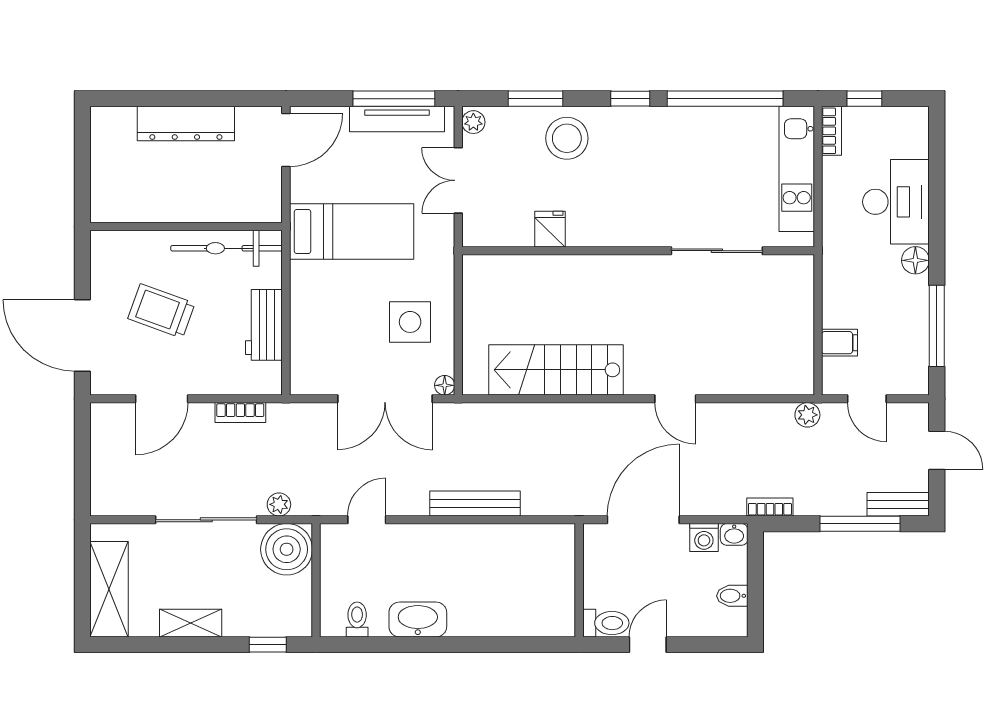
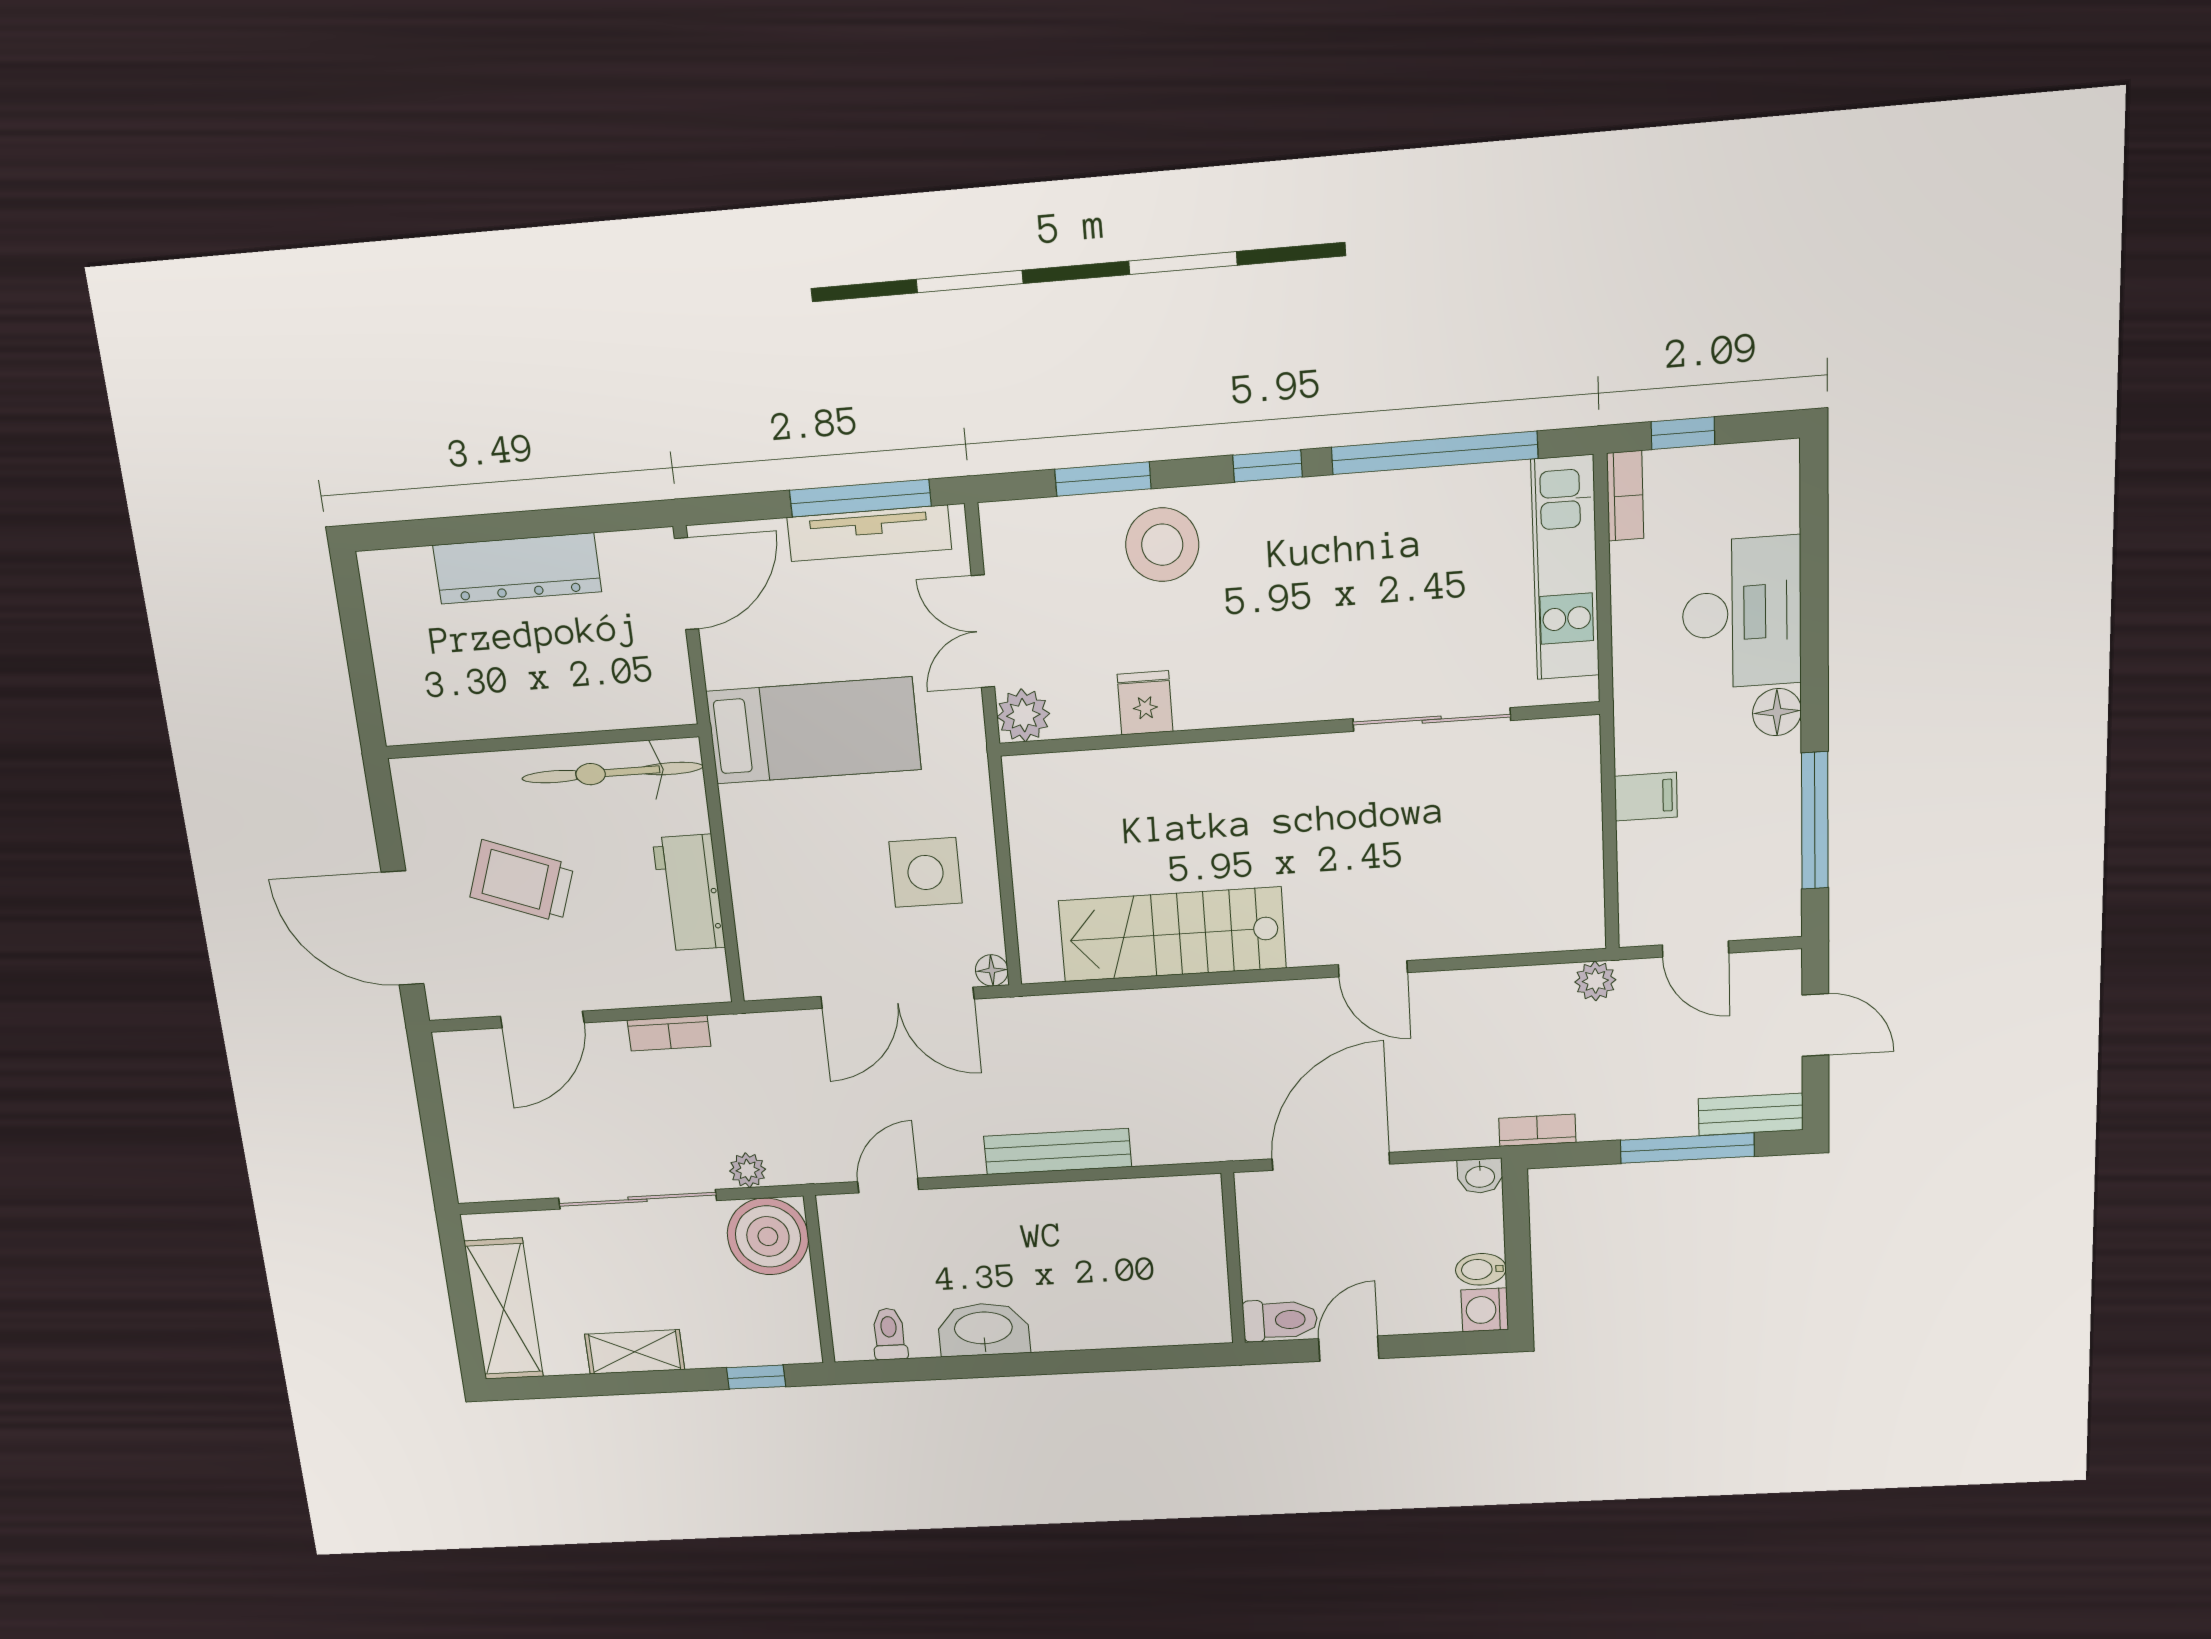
plant: (473, 122) -> (1023, 715), moved, width x1.38, depth x1.38
filing cabinet: (840, 343) -> (1646, 797), moved
washing machine: (704, 538) -> (1485, 1310), moved, turned 90

